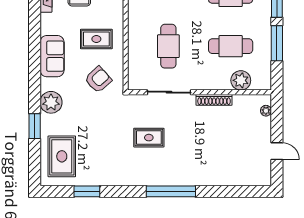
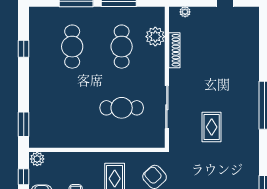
shoe rack: (214, 100) -> (174, 50), moved

